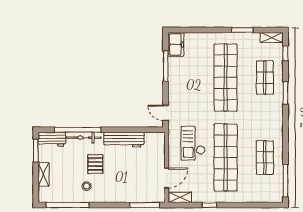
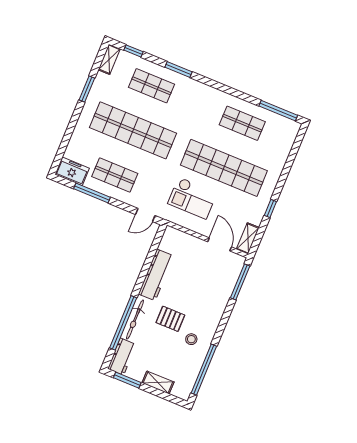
shop shelf: (186, 78) -> (115, 175), added

